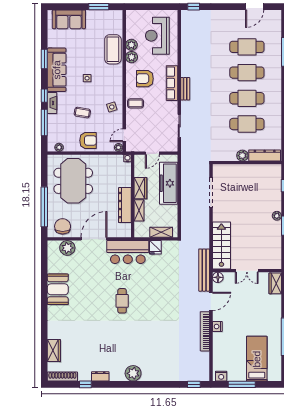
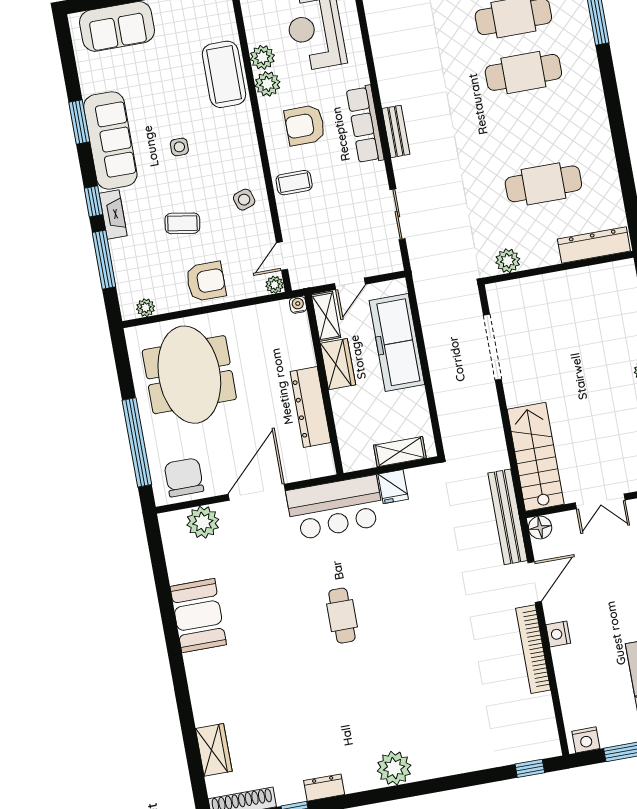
cafe table: (247, 98) -> (533, 128), removed
plant: (242, 156) -> (508, 261), moved
shelving: (139, 210) -> (326, 316), moved

